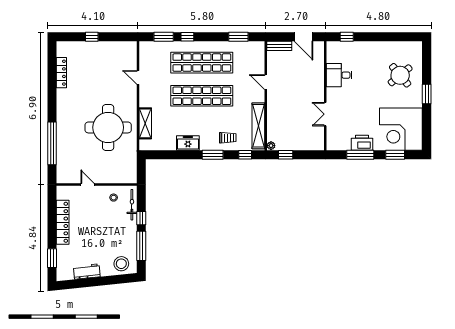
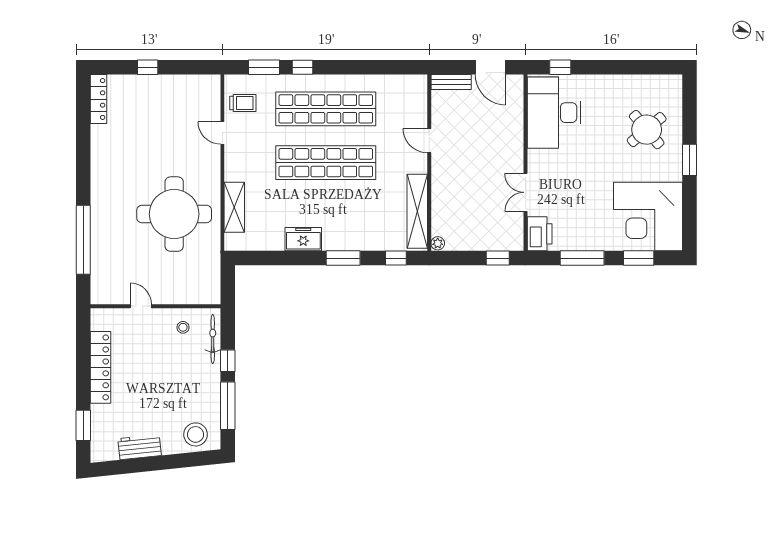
window: (238, 37) -> (385, 67), removed
locker: (61, 73) -> (99, 99), moved
desk: (339, 75) -> (554, 113), width x1.87, depth x1.30
trolley: (228, 138) -> (243, 103), moved
printer: (362, 143) -> (540, 234), moved, turned 90
window: (286, 155) -> (498, 258), moved

